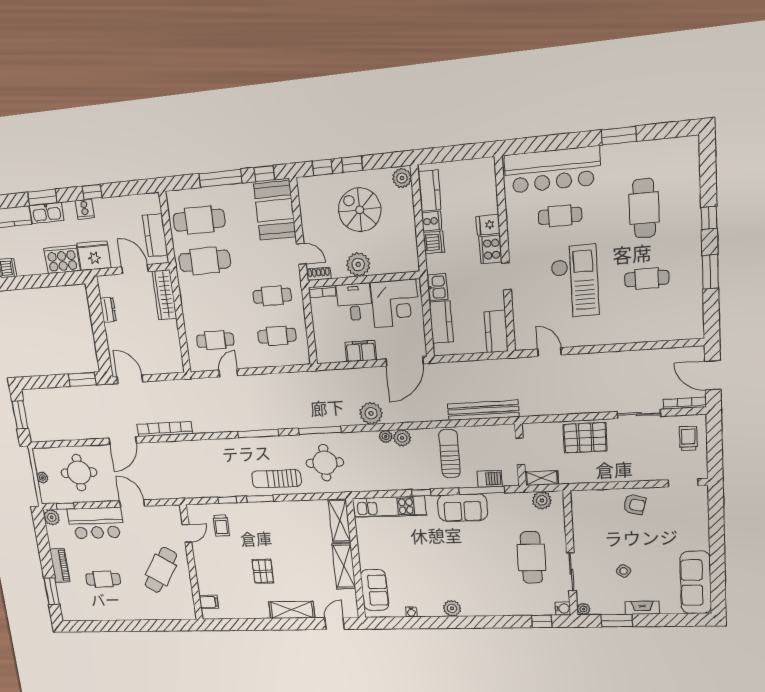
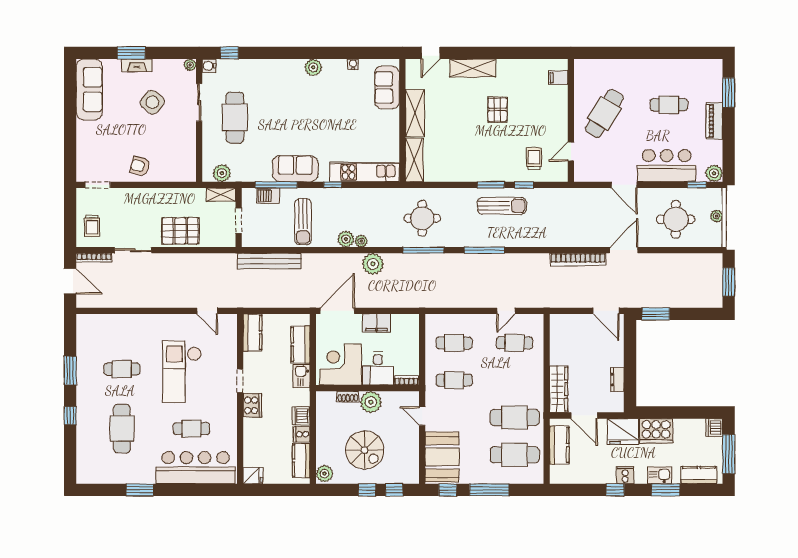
kitchen sink: (47, 213) -> (659, 475), width x0.73
fridge: (488, 225) -> (253, 476), moved
shoe rack: (319, 274) -> (348, 397), moved
sun lounger: (276, 479) -> (502, 206), moved
side table: (624, 571) -> (152, 102), width x1.87, depth x1.87
window: (617, 621) -> (131, 53), moved

